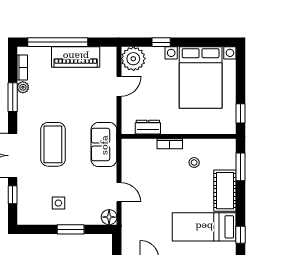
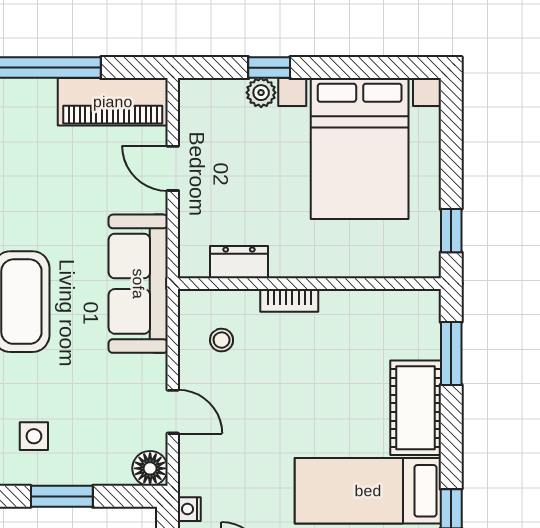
piano: (76, 57) -> (113, 102), moved
plant: (133, 59) -> (261, 93), moved, width x0.53, depth x0.53
door: (119, 86) -> (173, 168), swing flipped
sofa: (104, 145) -> (138, 284), width x1.36
stool: (194, 162) -> (222, 340), moved
nightstand: (126, 235) -> (189, 509), added

